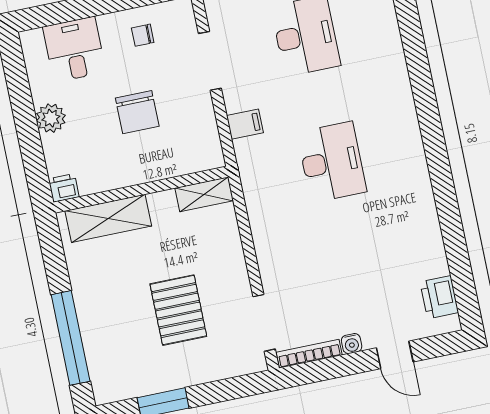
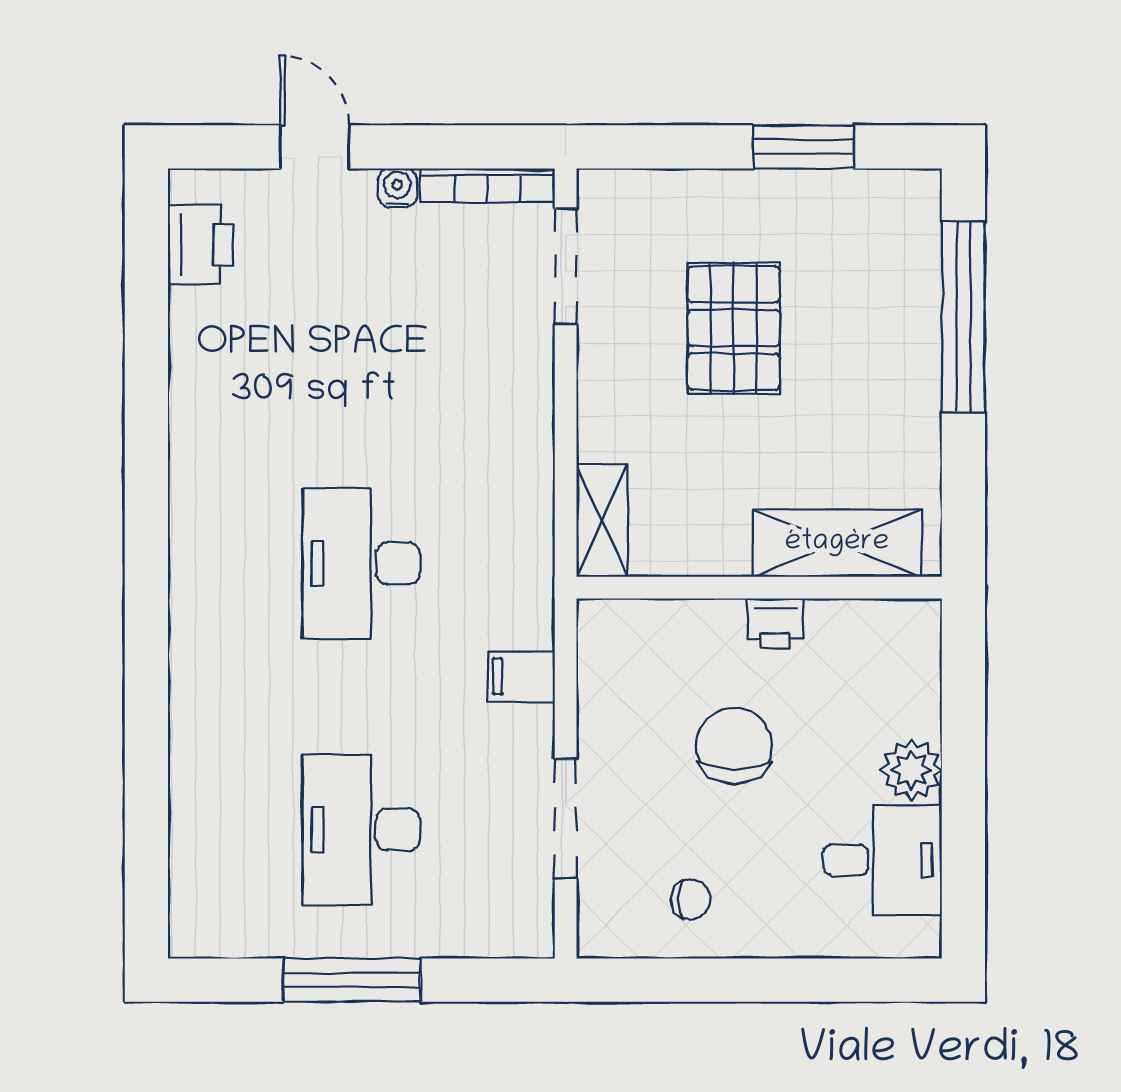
desk: (74, 49) -> (883, 860), moved, turned -90
printer: (64, 188) -> (775, 623), moved
shelving: (204, 194) -> (602, 520), moved, turned 90

